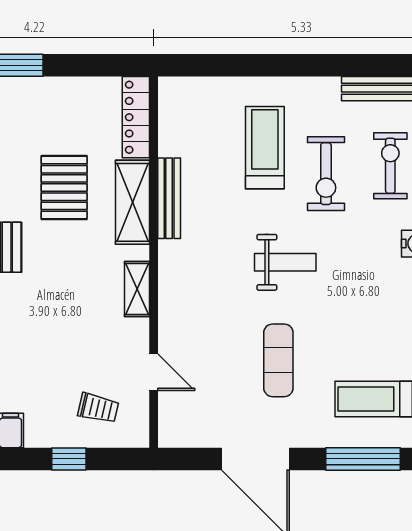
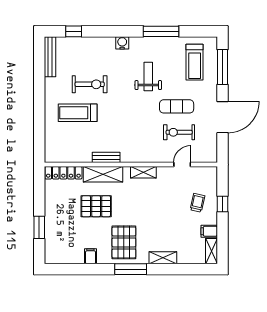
exercise bike: (390, 166) -> (179, 132), moved
bench: (169, 198) -> (106, 157), width x0.73
weight bench: (285, 262) -> (148, 76), moved
trolley: (98, 408) -> (197, 203), moved

